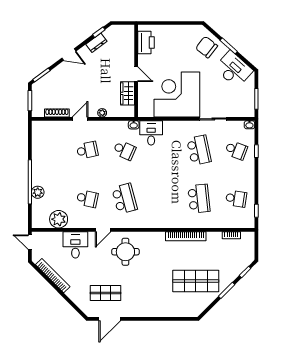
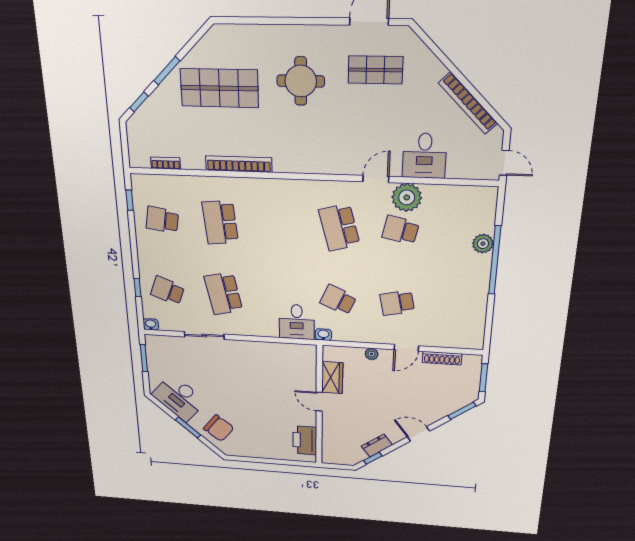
corner desk: (177, 95) -> (259, 371), removed
plant: (59, 219) -> (407, 197), moved
round table: (125, 252) -> (301, 81), moved

